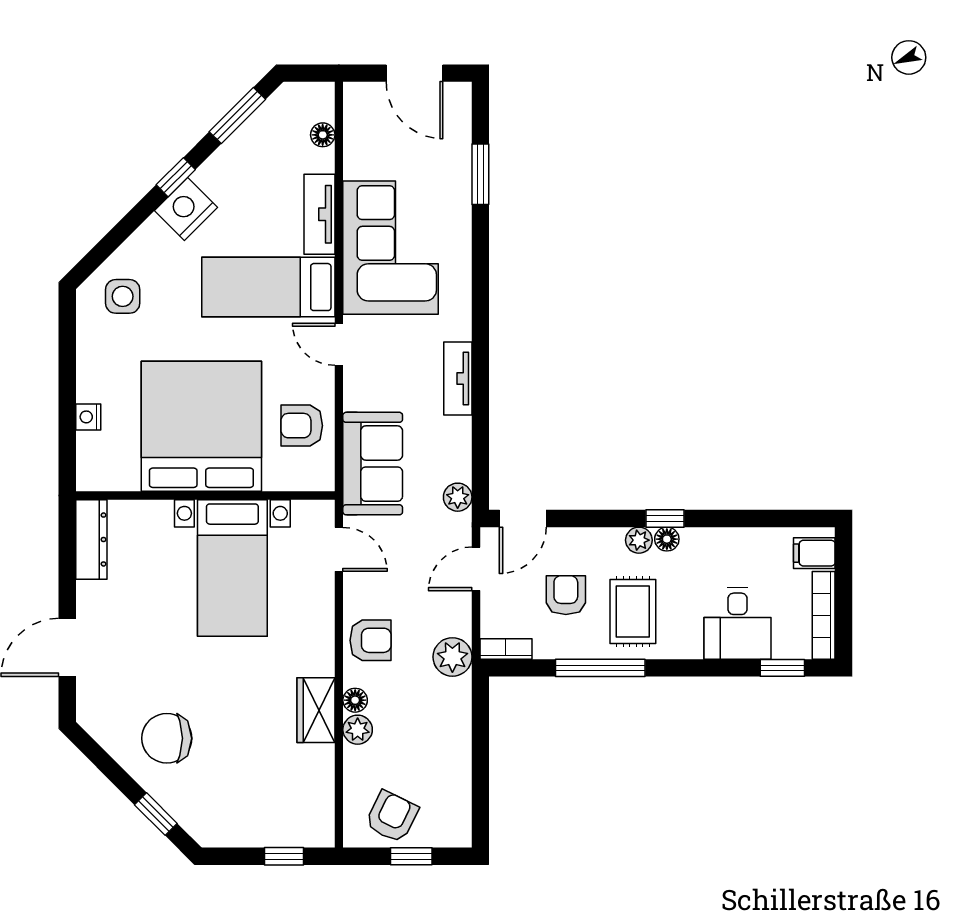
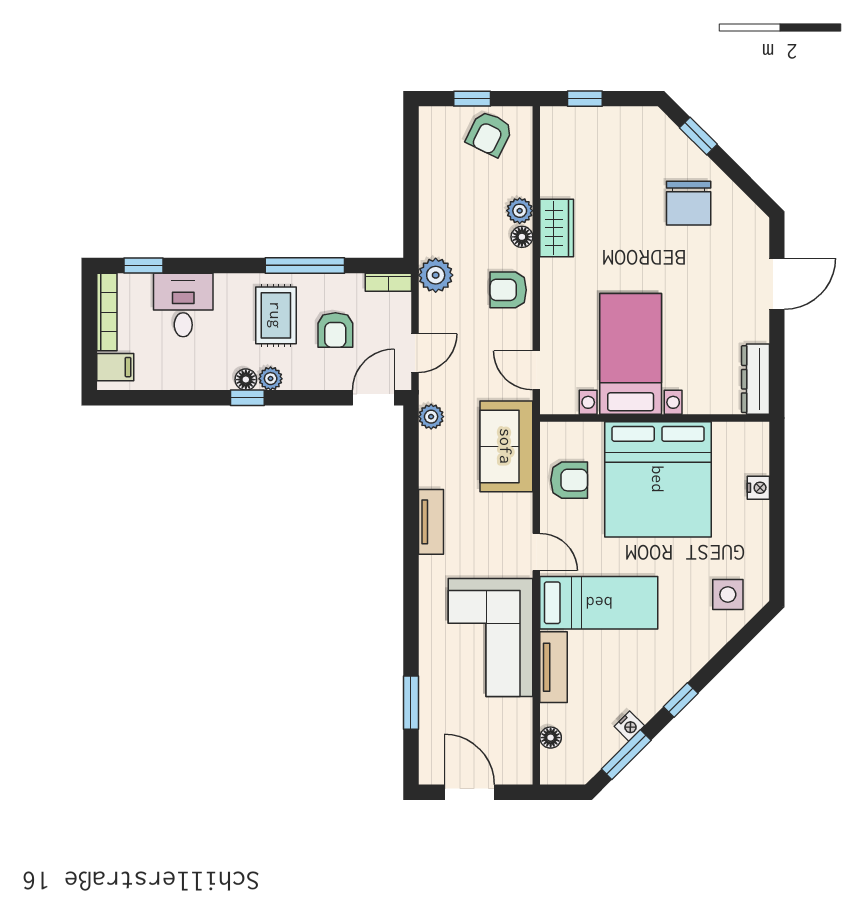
nightstand: (186, 209) -> (629, 726), moved, width x0.53, depth x0.56
chair: (167, 738) -> (689, 203), turned 90

